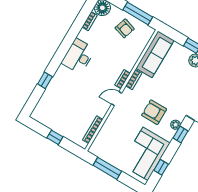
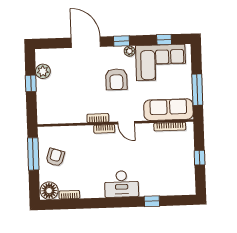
sofa: (155, 54) -> (168, 110), moved
desk: (78, 56) -> (121, 184), moved
plant: (176, 125) -> (129, 51), moved

